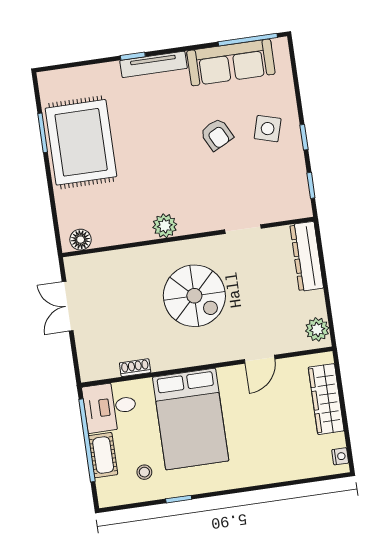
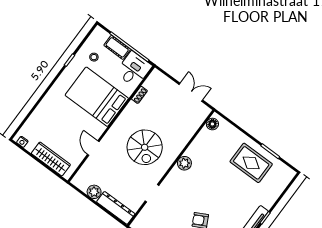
rug: (81, 142) -> (251, 163), width x0.73, depth x0.69
spiral stairs: (194, 296) -> (145, 147), turned -90
plant: (317, 329) -> (94, 192), moved

